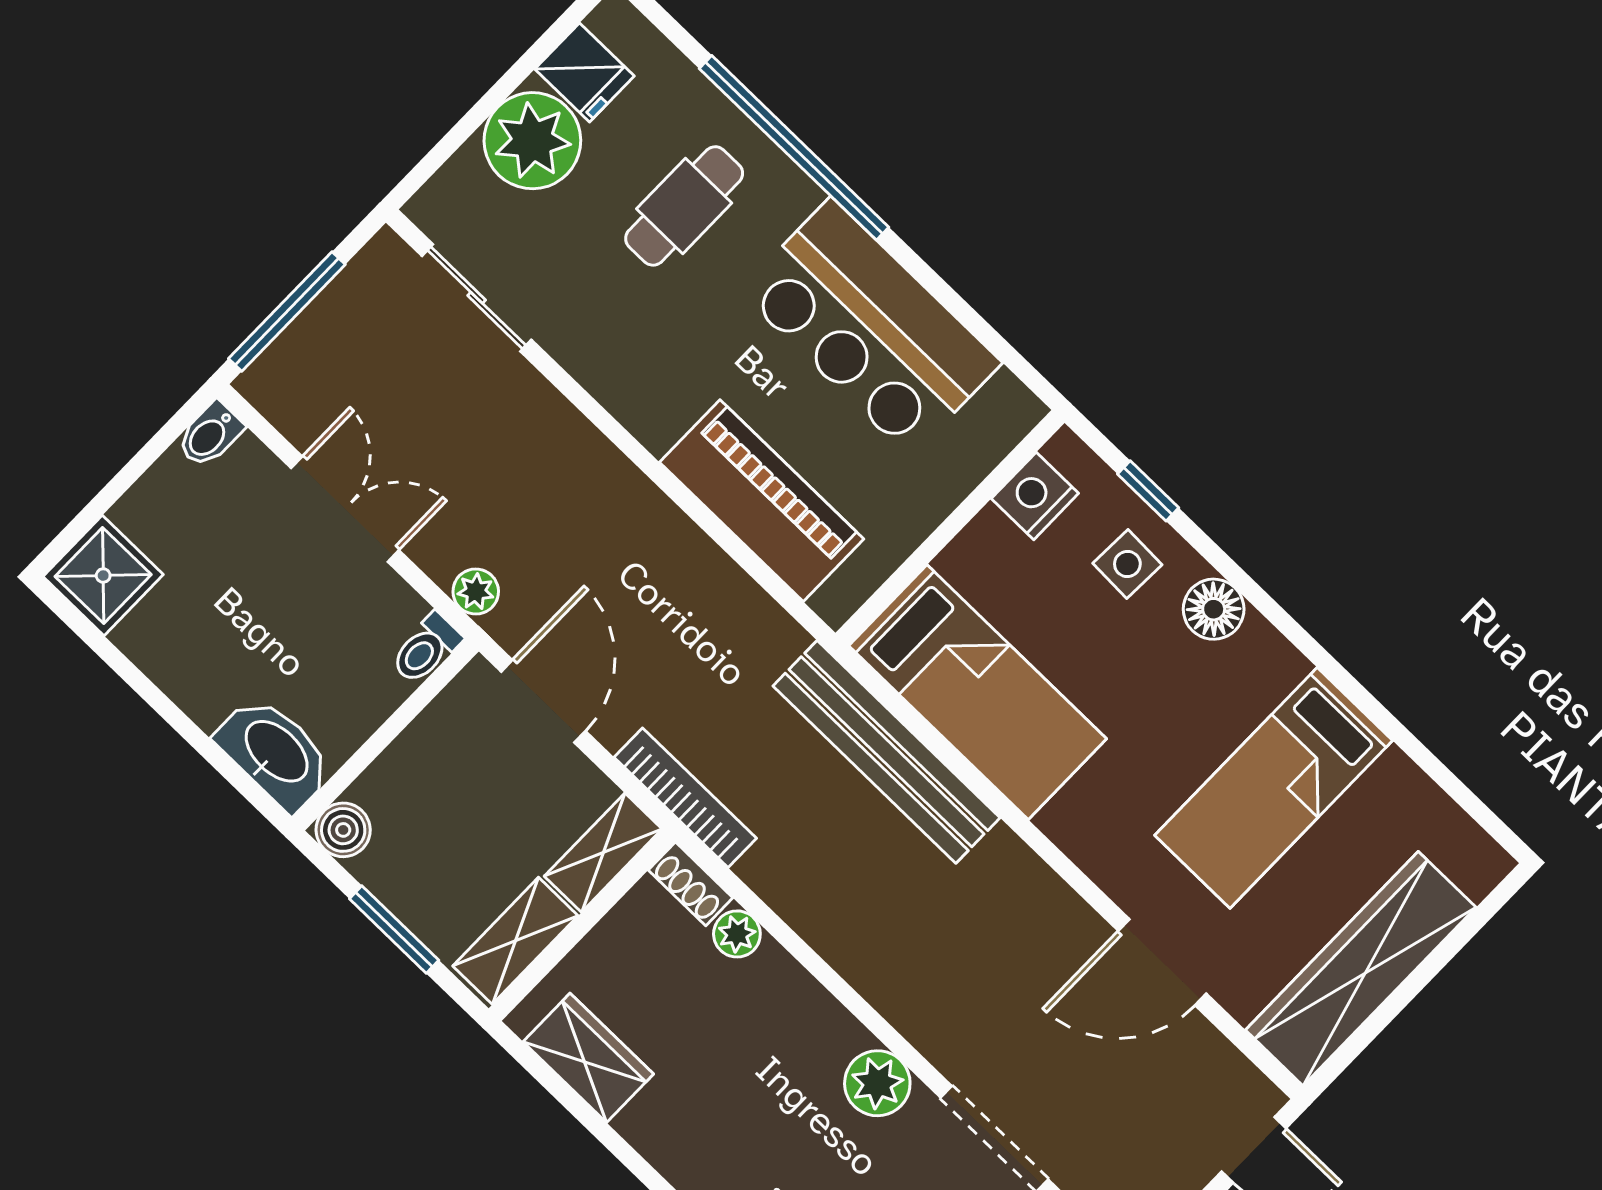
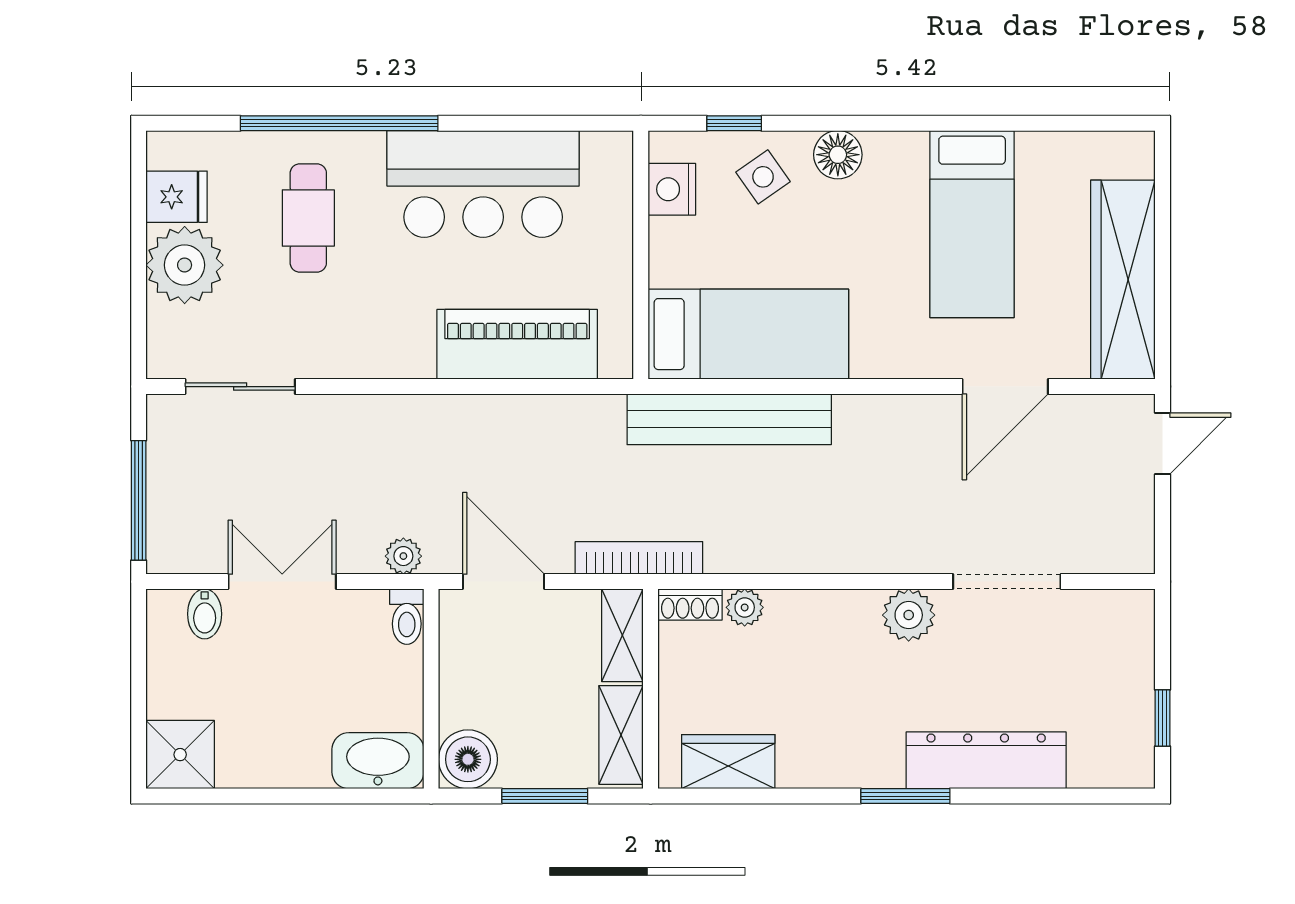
bidet: (210, 435) -> (205, 614), moved
side table: (1127, 564) -> (763, 177), turned -37
boiler: (343, 830) -> (468, 759), width x1.36, depth x1.36

